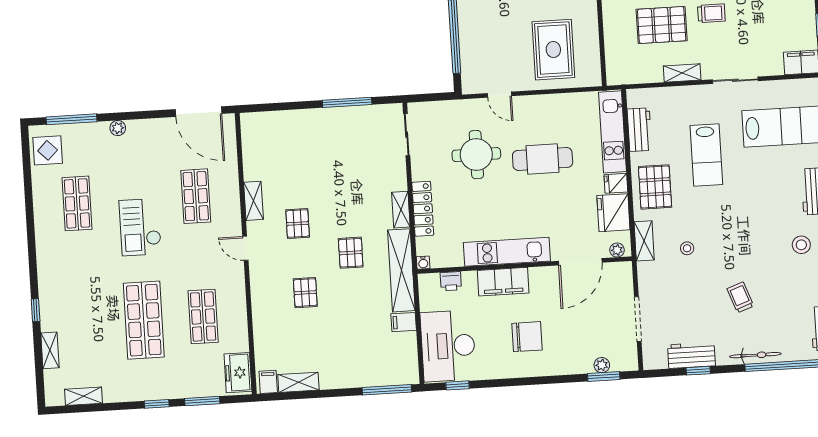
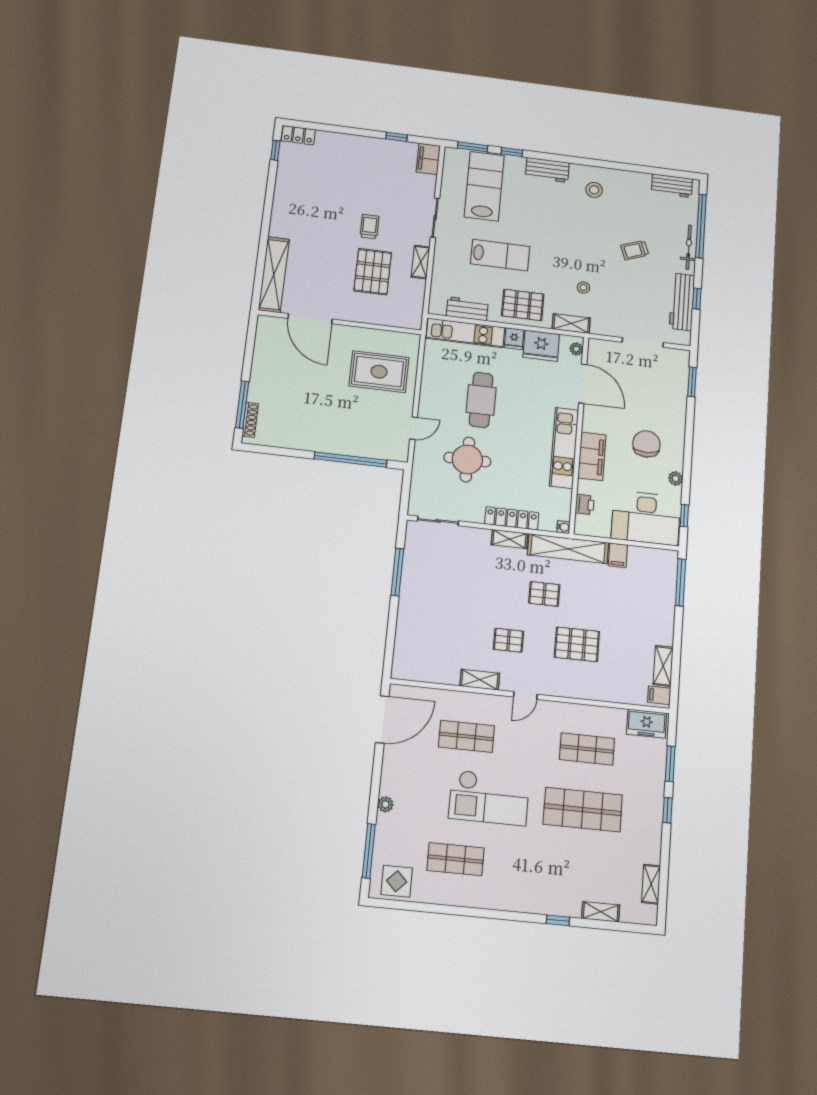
checkout: (140, 227) -> (489, 798), width x1.36, depth x1.21
pallet: (305, 293) -> (577, 644), width x1.50, depth x1.42
workbench: (691, 355) -> (682, 302), width x1.38
plant: (602, 365) -> (676, 478), moved

